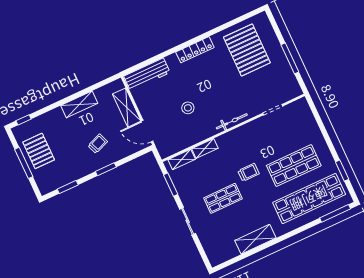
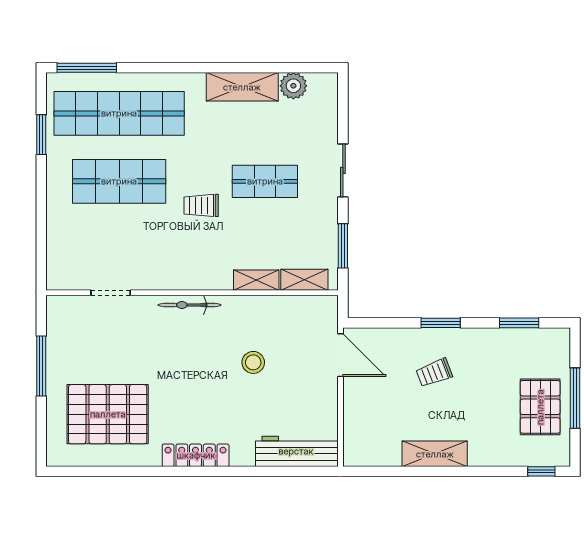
pallet: (247, 50) -> (108, 414), turned 90
shelving: (127, 108) -> (357, 411), removed
plant: (231, 251) -> (293, 86), added

